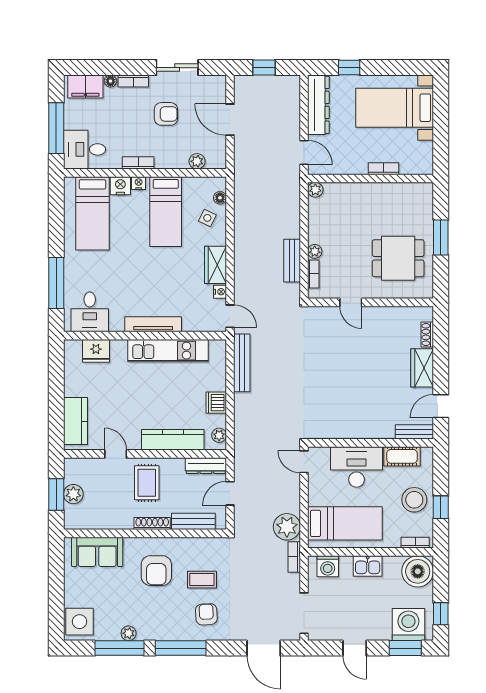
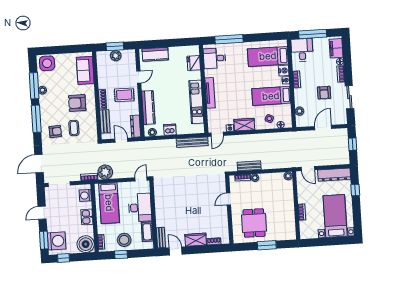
door: (304, 153) -> (308, 169), hinge flipped

